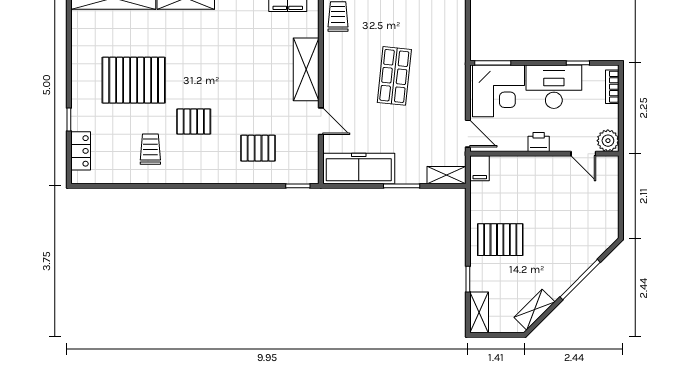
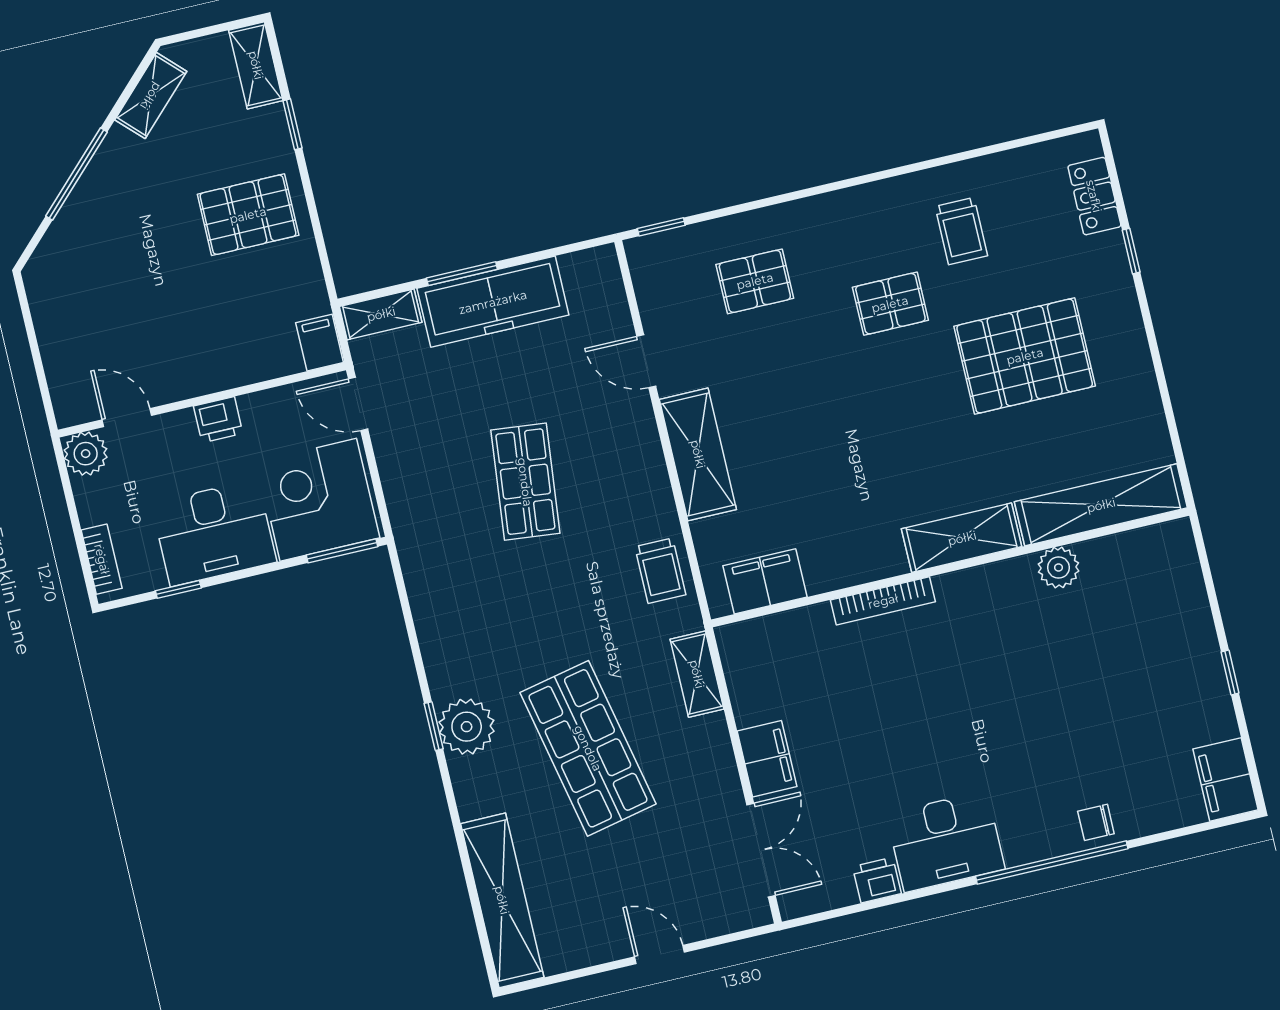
freezer: (359, 168) -> (493, 302), moved

